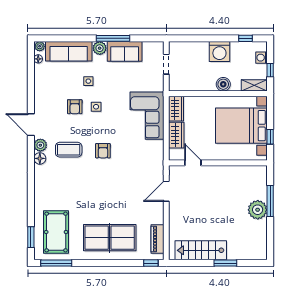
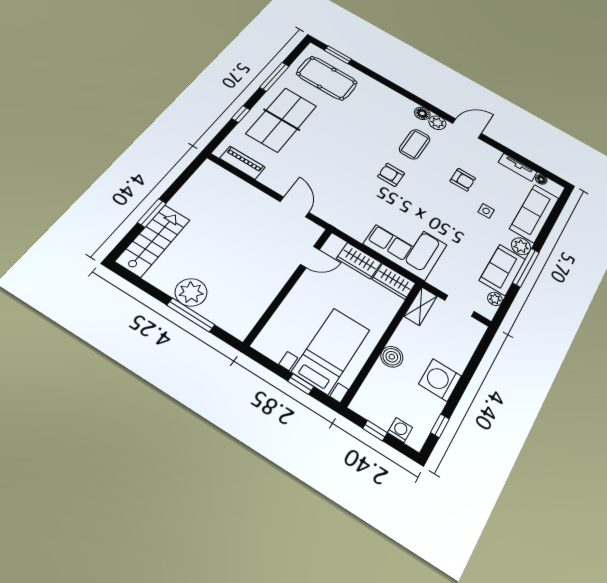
plant: (40, 46) -> (495, 299), moved
tv unit: (39, 78) -> (518, 167), added
shelving: (254, 85) -> (421, 306), moved
armchair: (75, 107) -> (463, 180), turned 180
side table: (96, 107) -> (450, 200), removed
bed with nightstands: (241, 126) -> (331, 351), width x0.73
window: (270, 137) -> (301, 384), moved
stairs: (201, 250) -> (153, 240), moved
window: (56, 263) -> (274, 77), moved
window: (151, 263) -> (241, 114), moved

